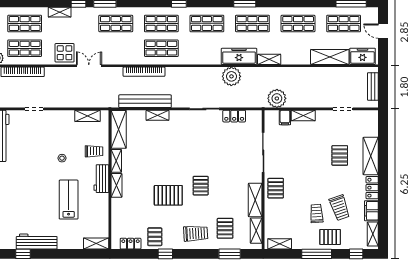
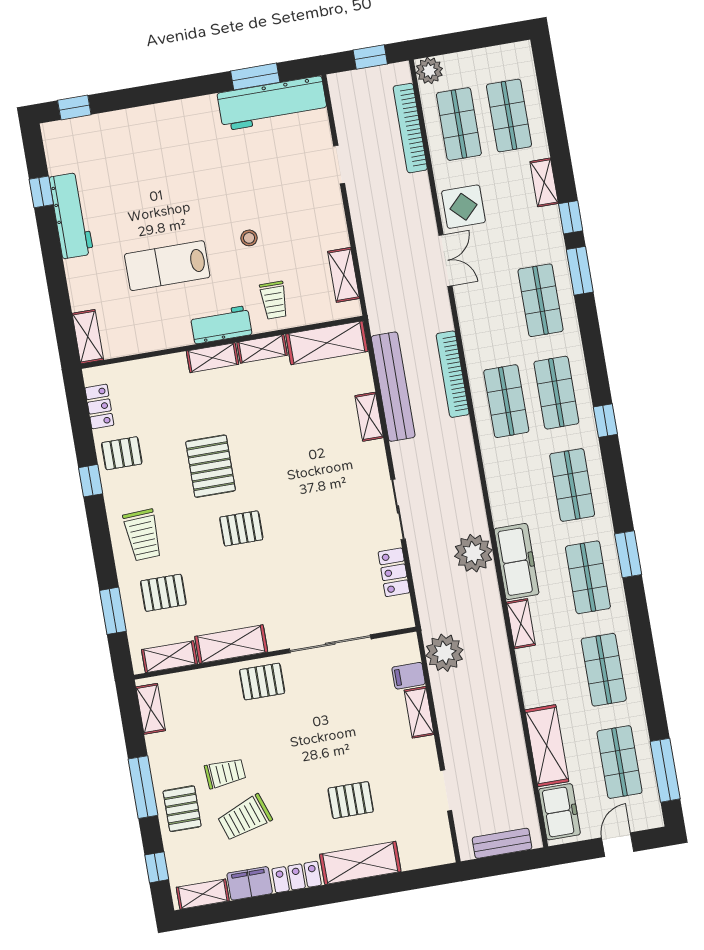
lab bench: (69, 200) -> (167, 266), turned 180

